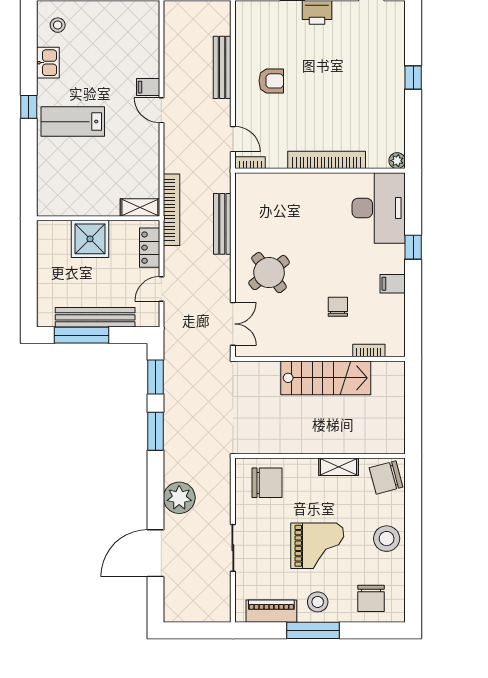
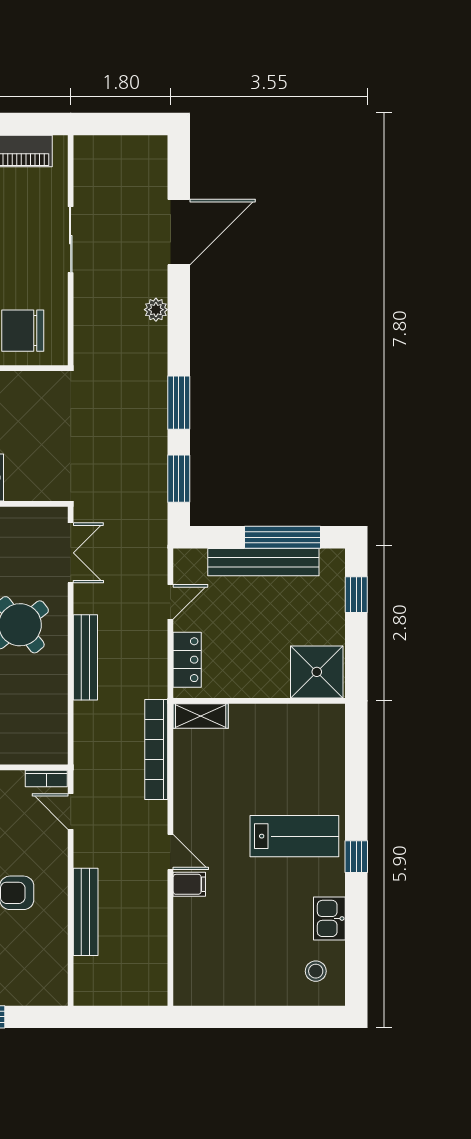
bookcase: (172, 210) -> (156, 749), moved
bench: (222, 224) -> (85, 657), moved
shower: (90, 239) -> (317, 672), moved
window: (29, 294) -> (356, 595), added
double door: (233, 324) -> (71, 553), swing flipped
plant: (179, 498) -> (156, 310), width x0.53, depth x0.53

